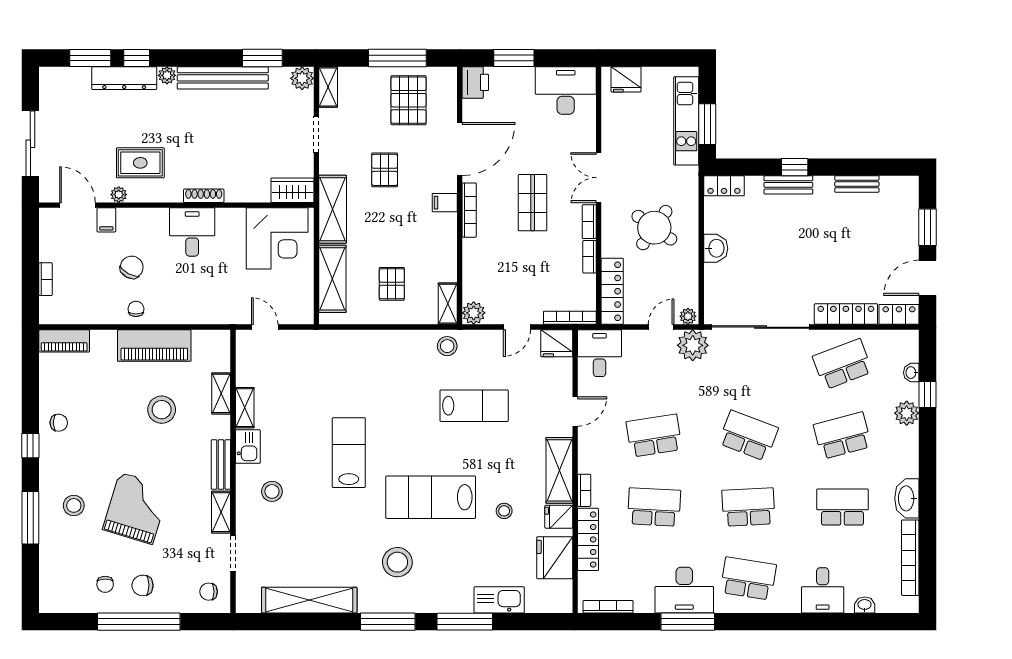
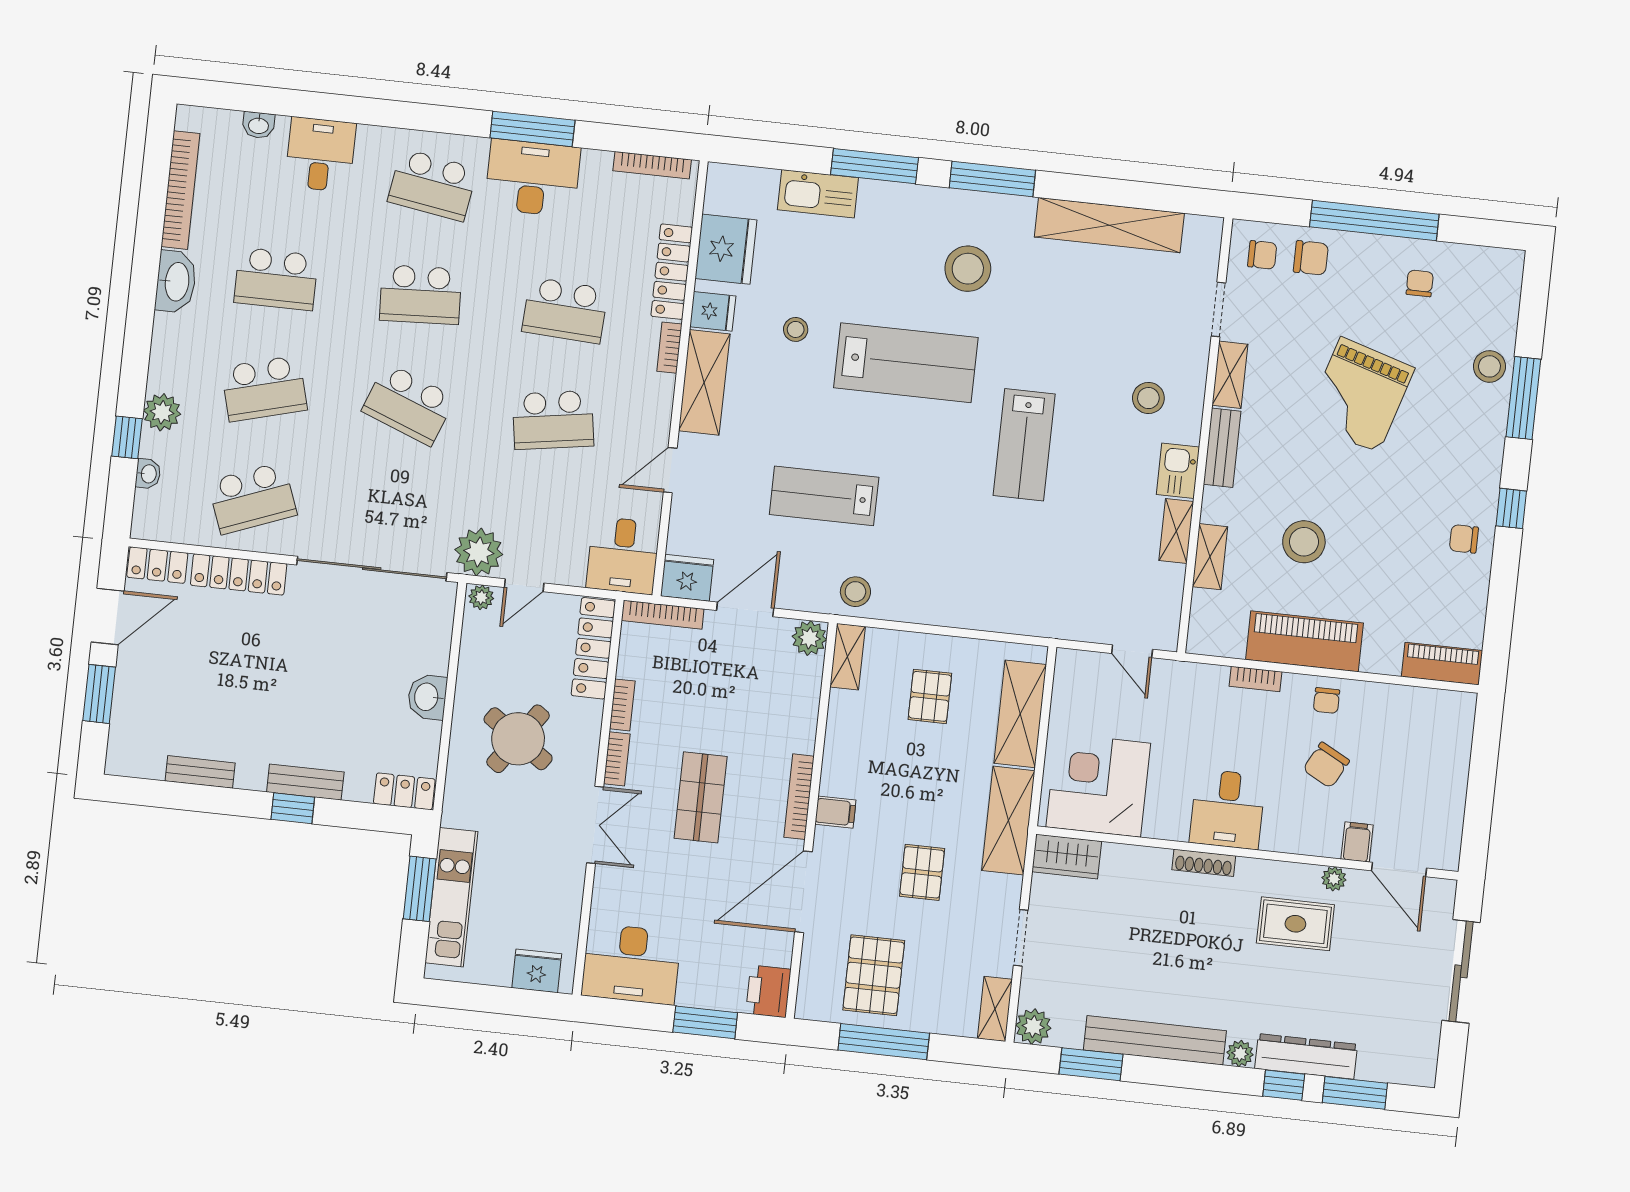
bookcase: (45, 279) -> (1255, 679), moved, turned -90
door: (517, 327) -> (745, 609), width x1.38
stool: (74, 505) -> (1489, 366), moved
chair: (143, 585) -> (1311, 258), moved

